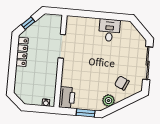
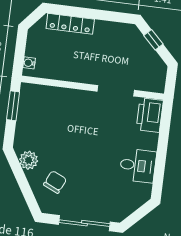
locker: (22, 52) -> (70, 24), moved
printer: (67, 97) -> (150, 115), moved, turned 90
window: (86, 113) -> (13, 106), moved

